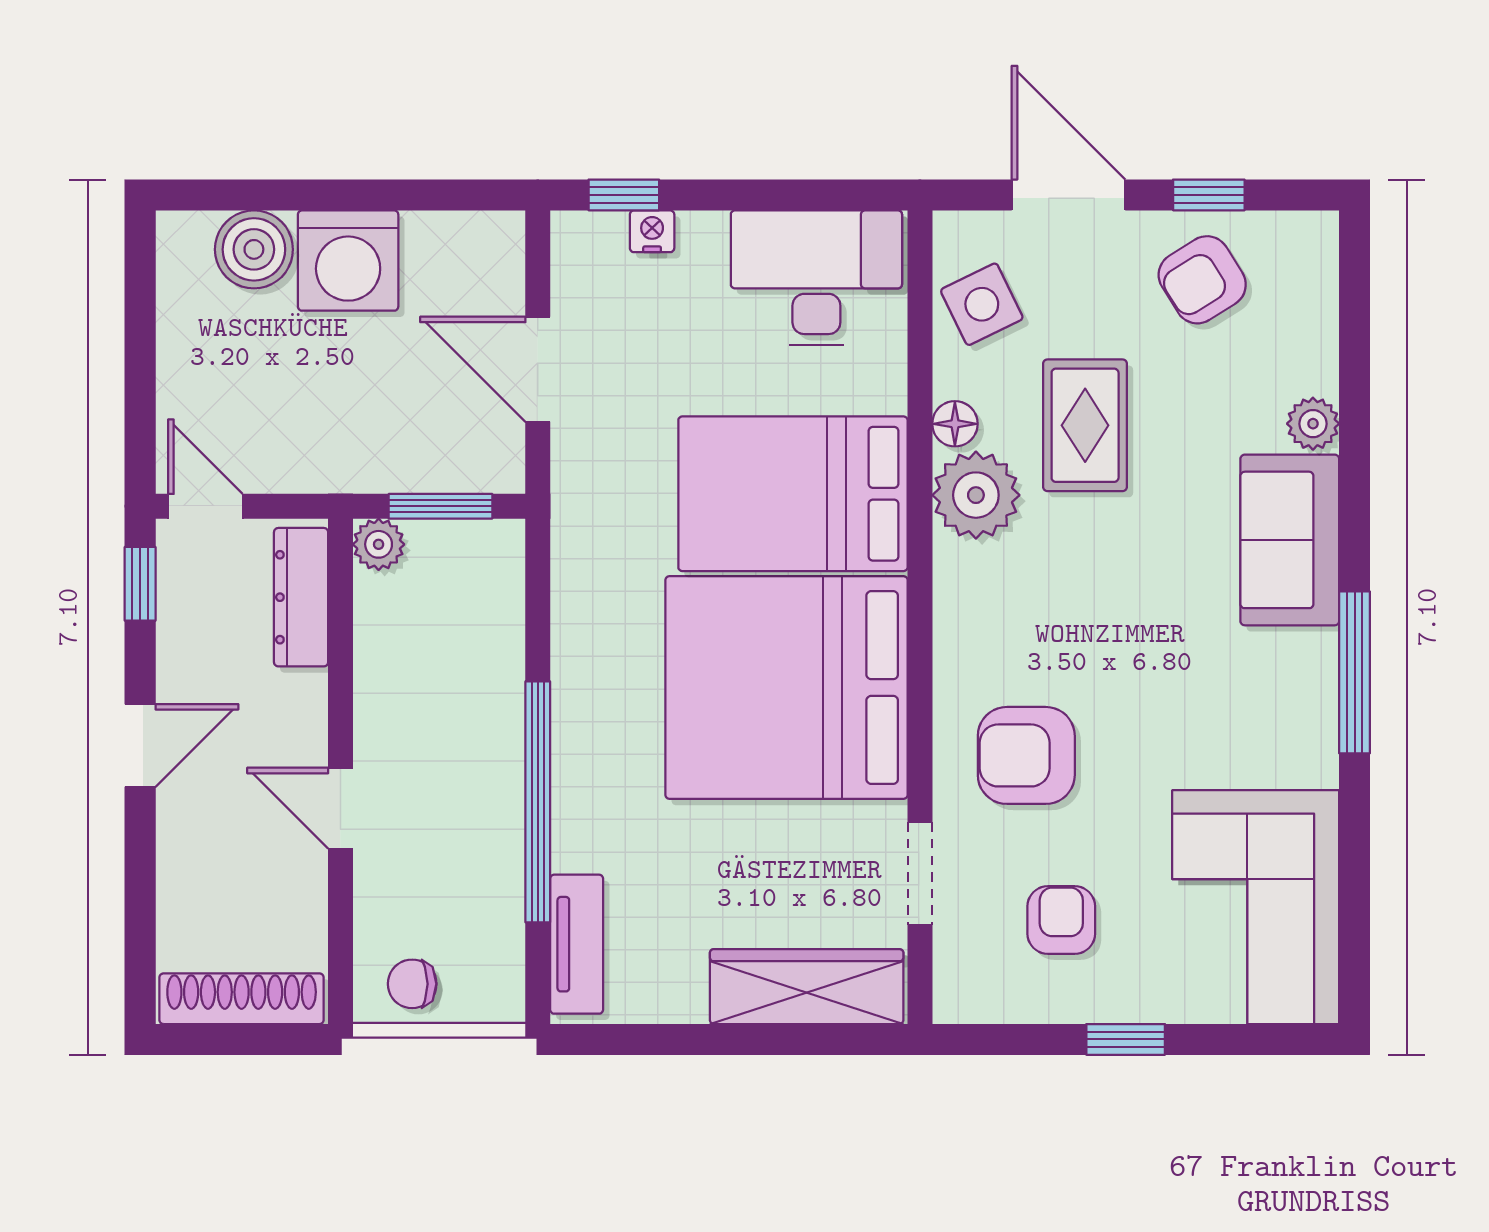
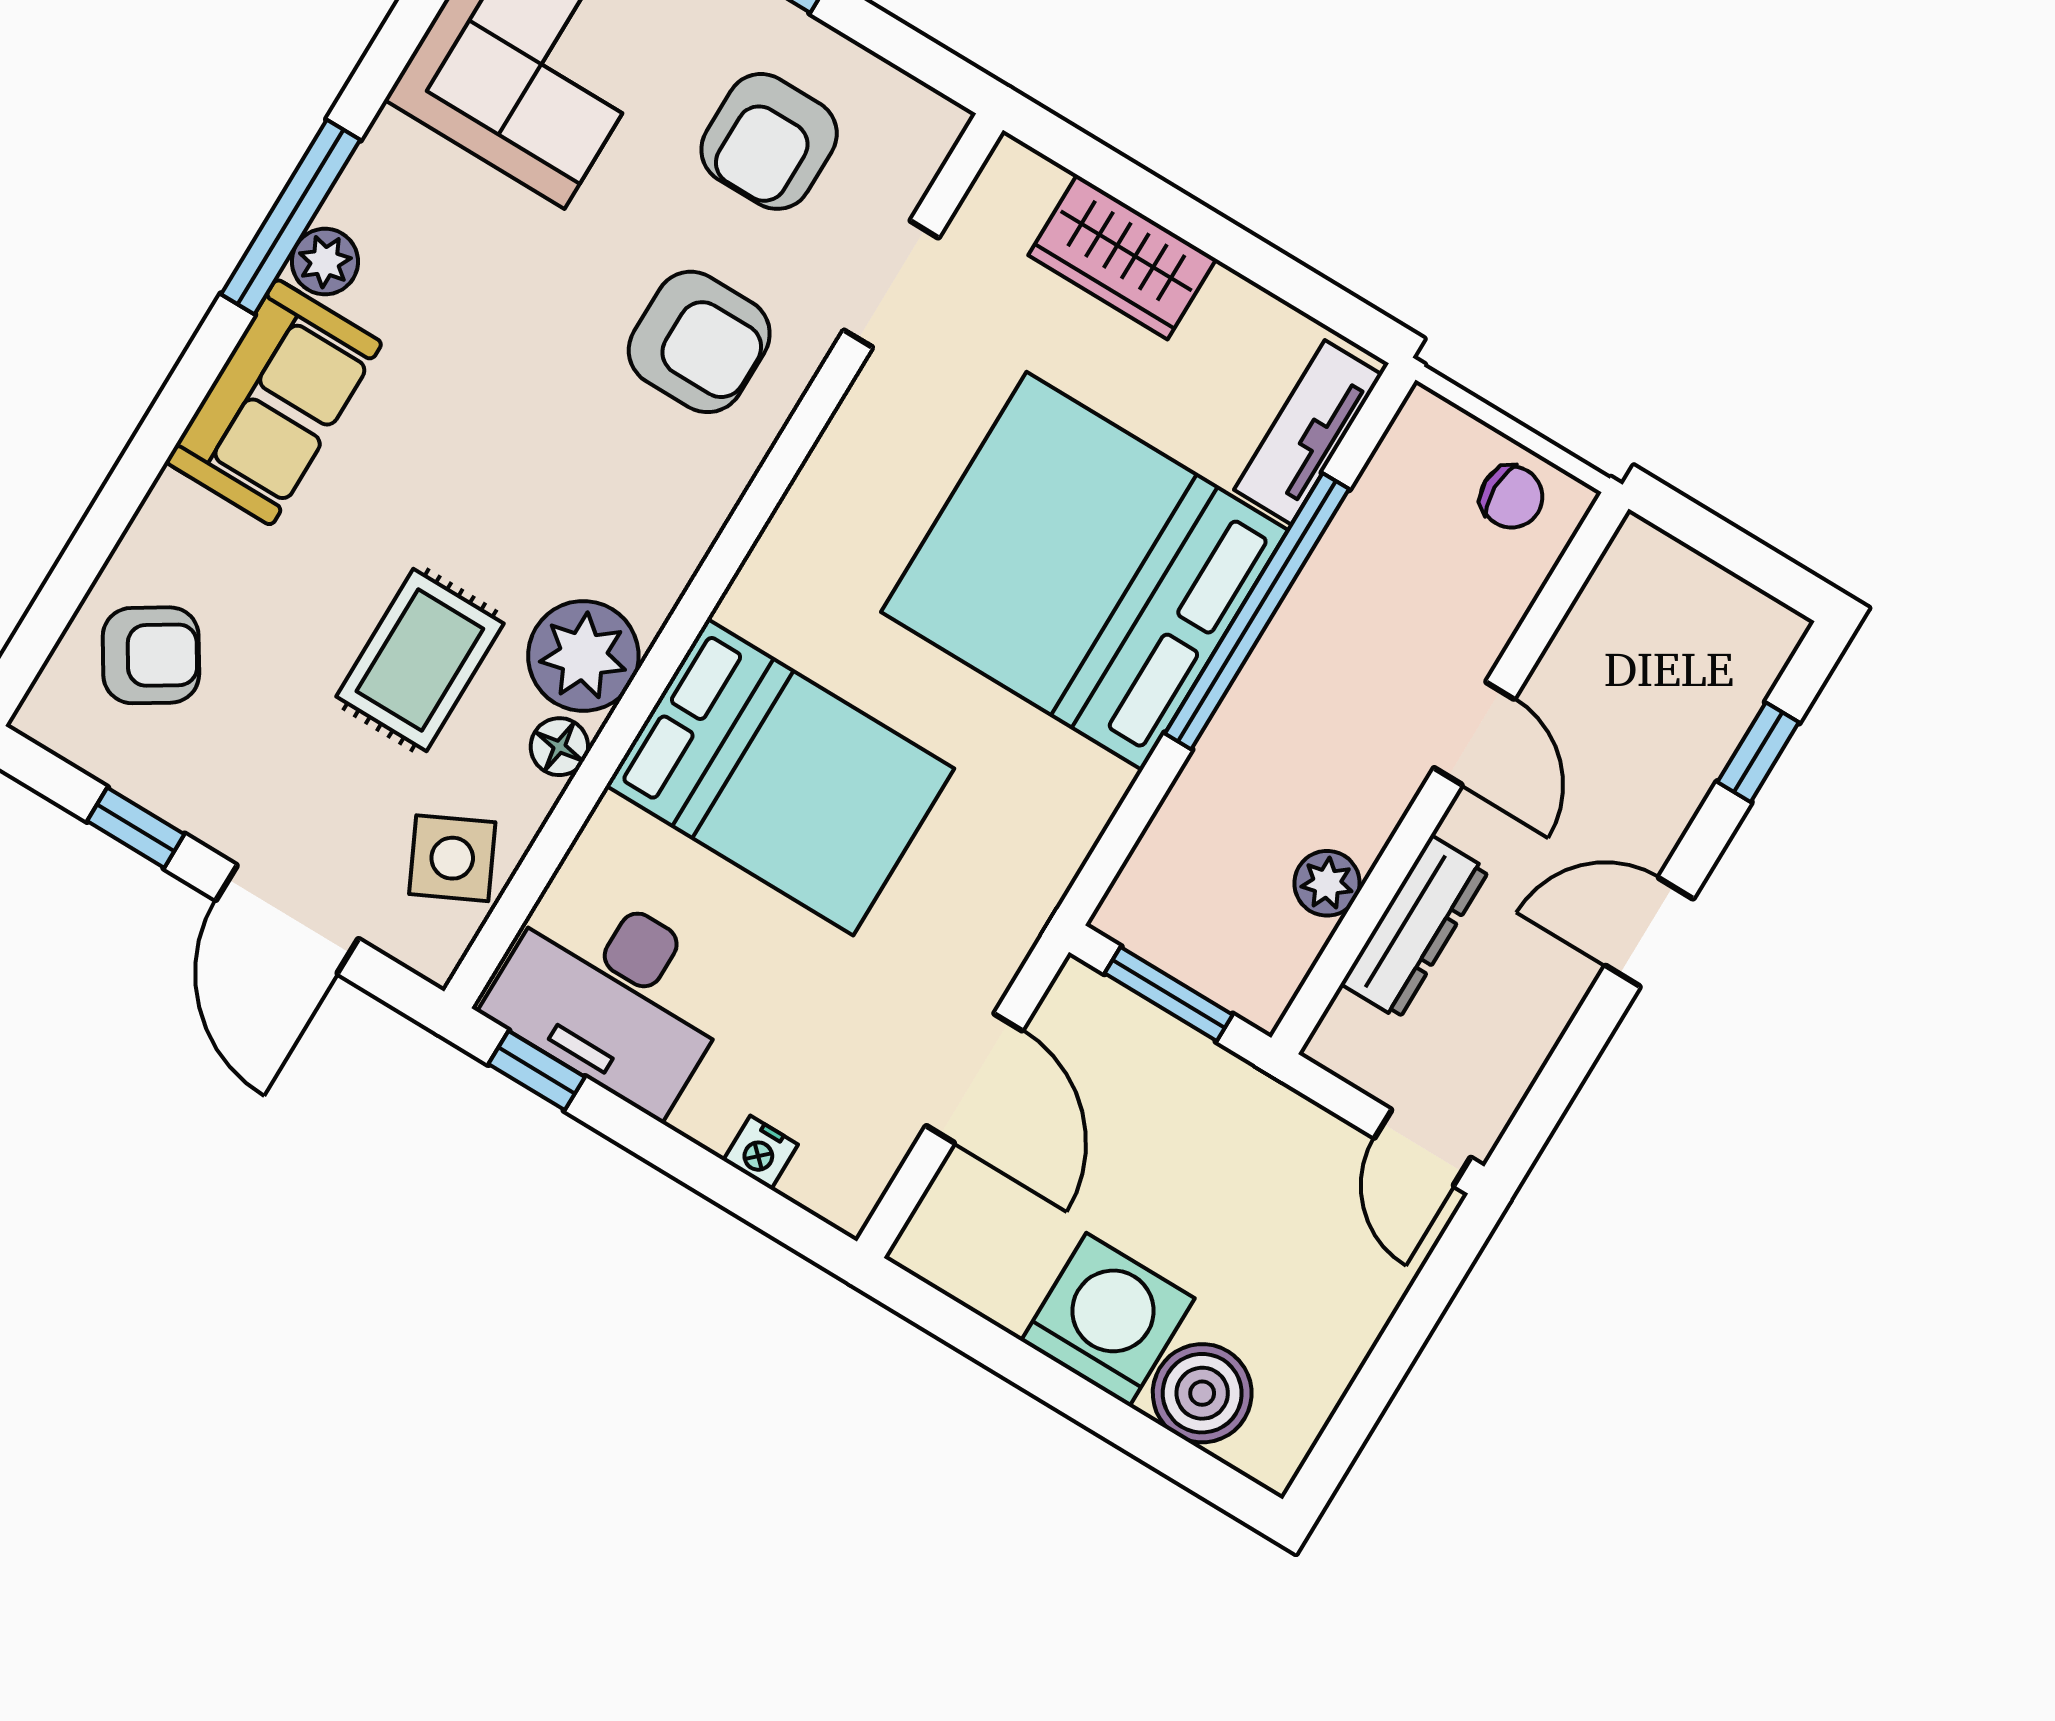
window: (624, 195) -> (537, 1070), moved
armchair: (1202, 280) -> (151, 655), moved
plant: (1313, 424) -> (325, 262), moved
plant: (379, 544) -> (1327, 883), moved
window: (140, 584) -> (1758, 752), moved
dresser: (301, 597) -> (1415, 927), moved
bed: (786, 688) -> (1084, 571), moved, turned 180
armchair: (1061, 920) -> (769, 141), width x1.38, depth x1.38
wardrobe: (807, 987) -> (1122, 257), width x0.67
shoe rack: (242, 999) -> (1705, 592), removed

